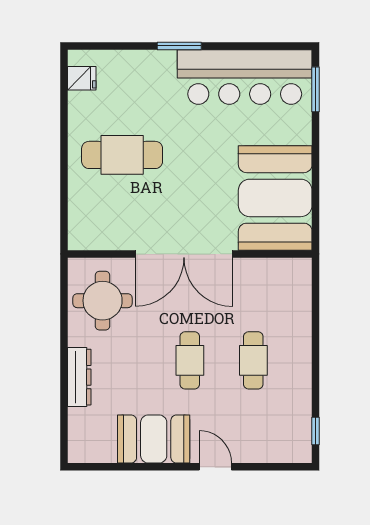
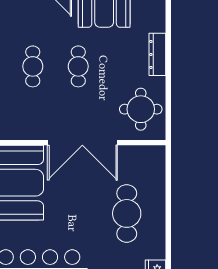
cafe table: (122, 155) -> (127, 213), turned 90
double door: (184, 254) -> (82, 143), swing flipped

